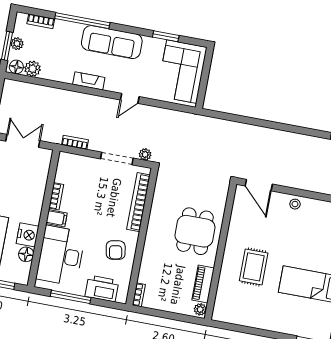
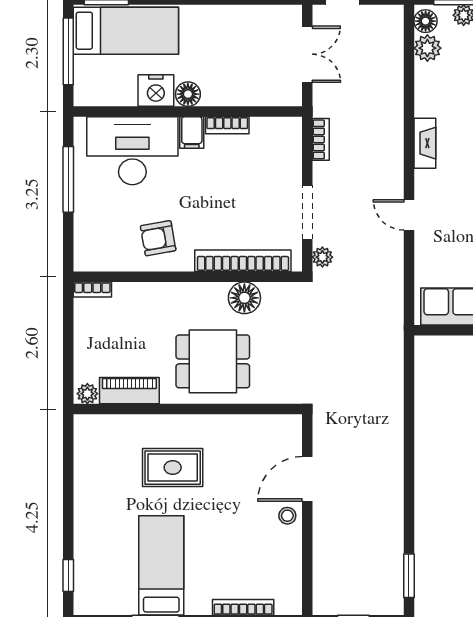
door: (259, 185) -> (307, 479), moved
floor lamp: (161, 205) -> (244, 298), added
floor lamp: (26, 254) -> (188, 94), moved
printer: (102, 288) -> (92, 228), removed

